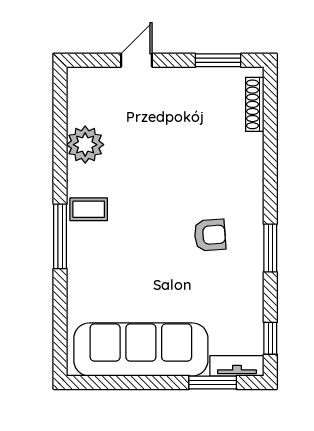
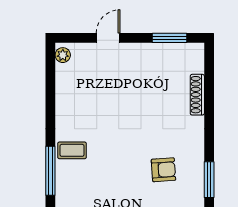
shoe rack: (255, 104) -> (197, 95), moved
plant: (85, 145) -> (63, 55), moved, width x0.53, depth x0.53

